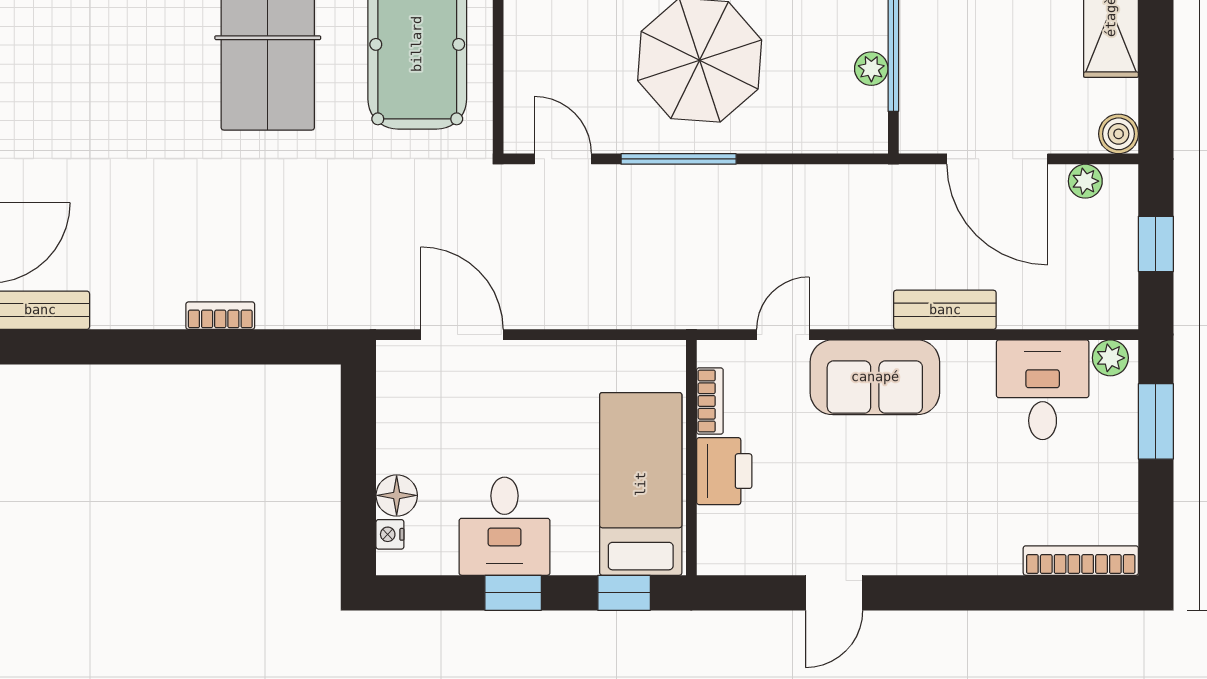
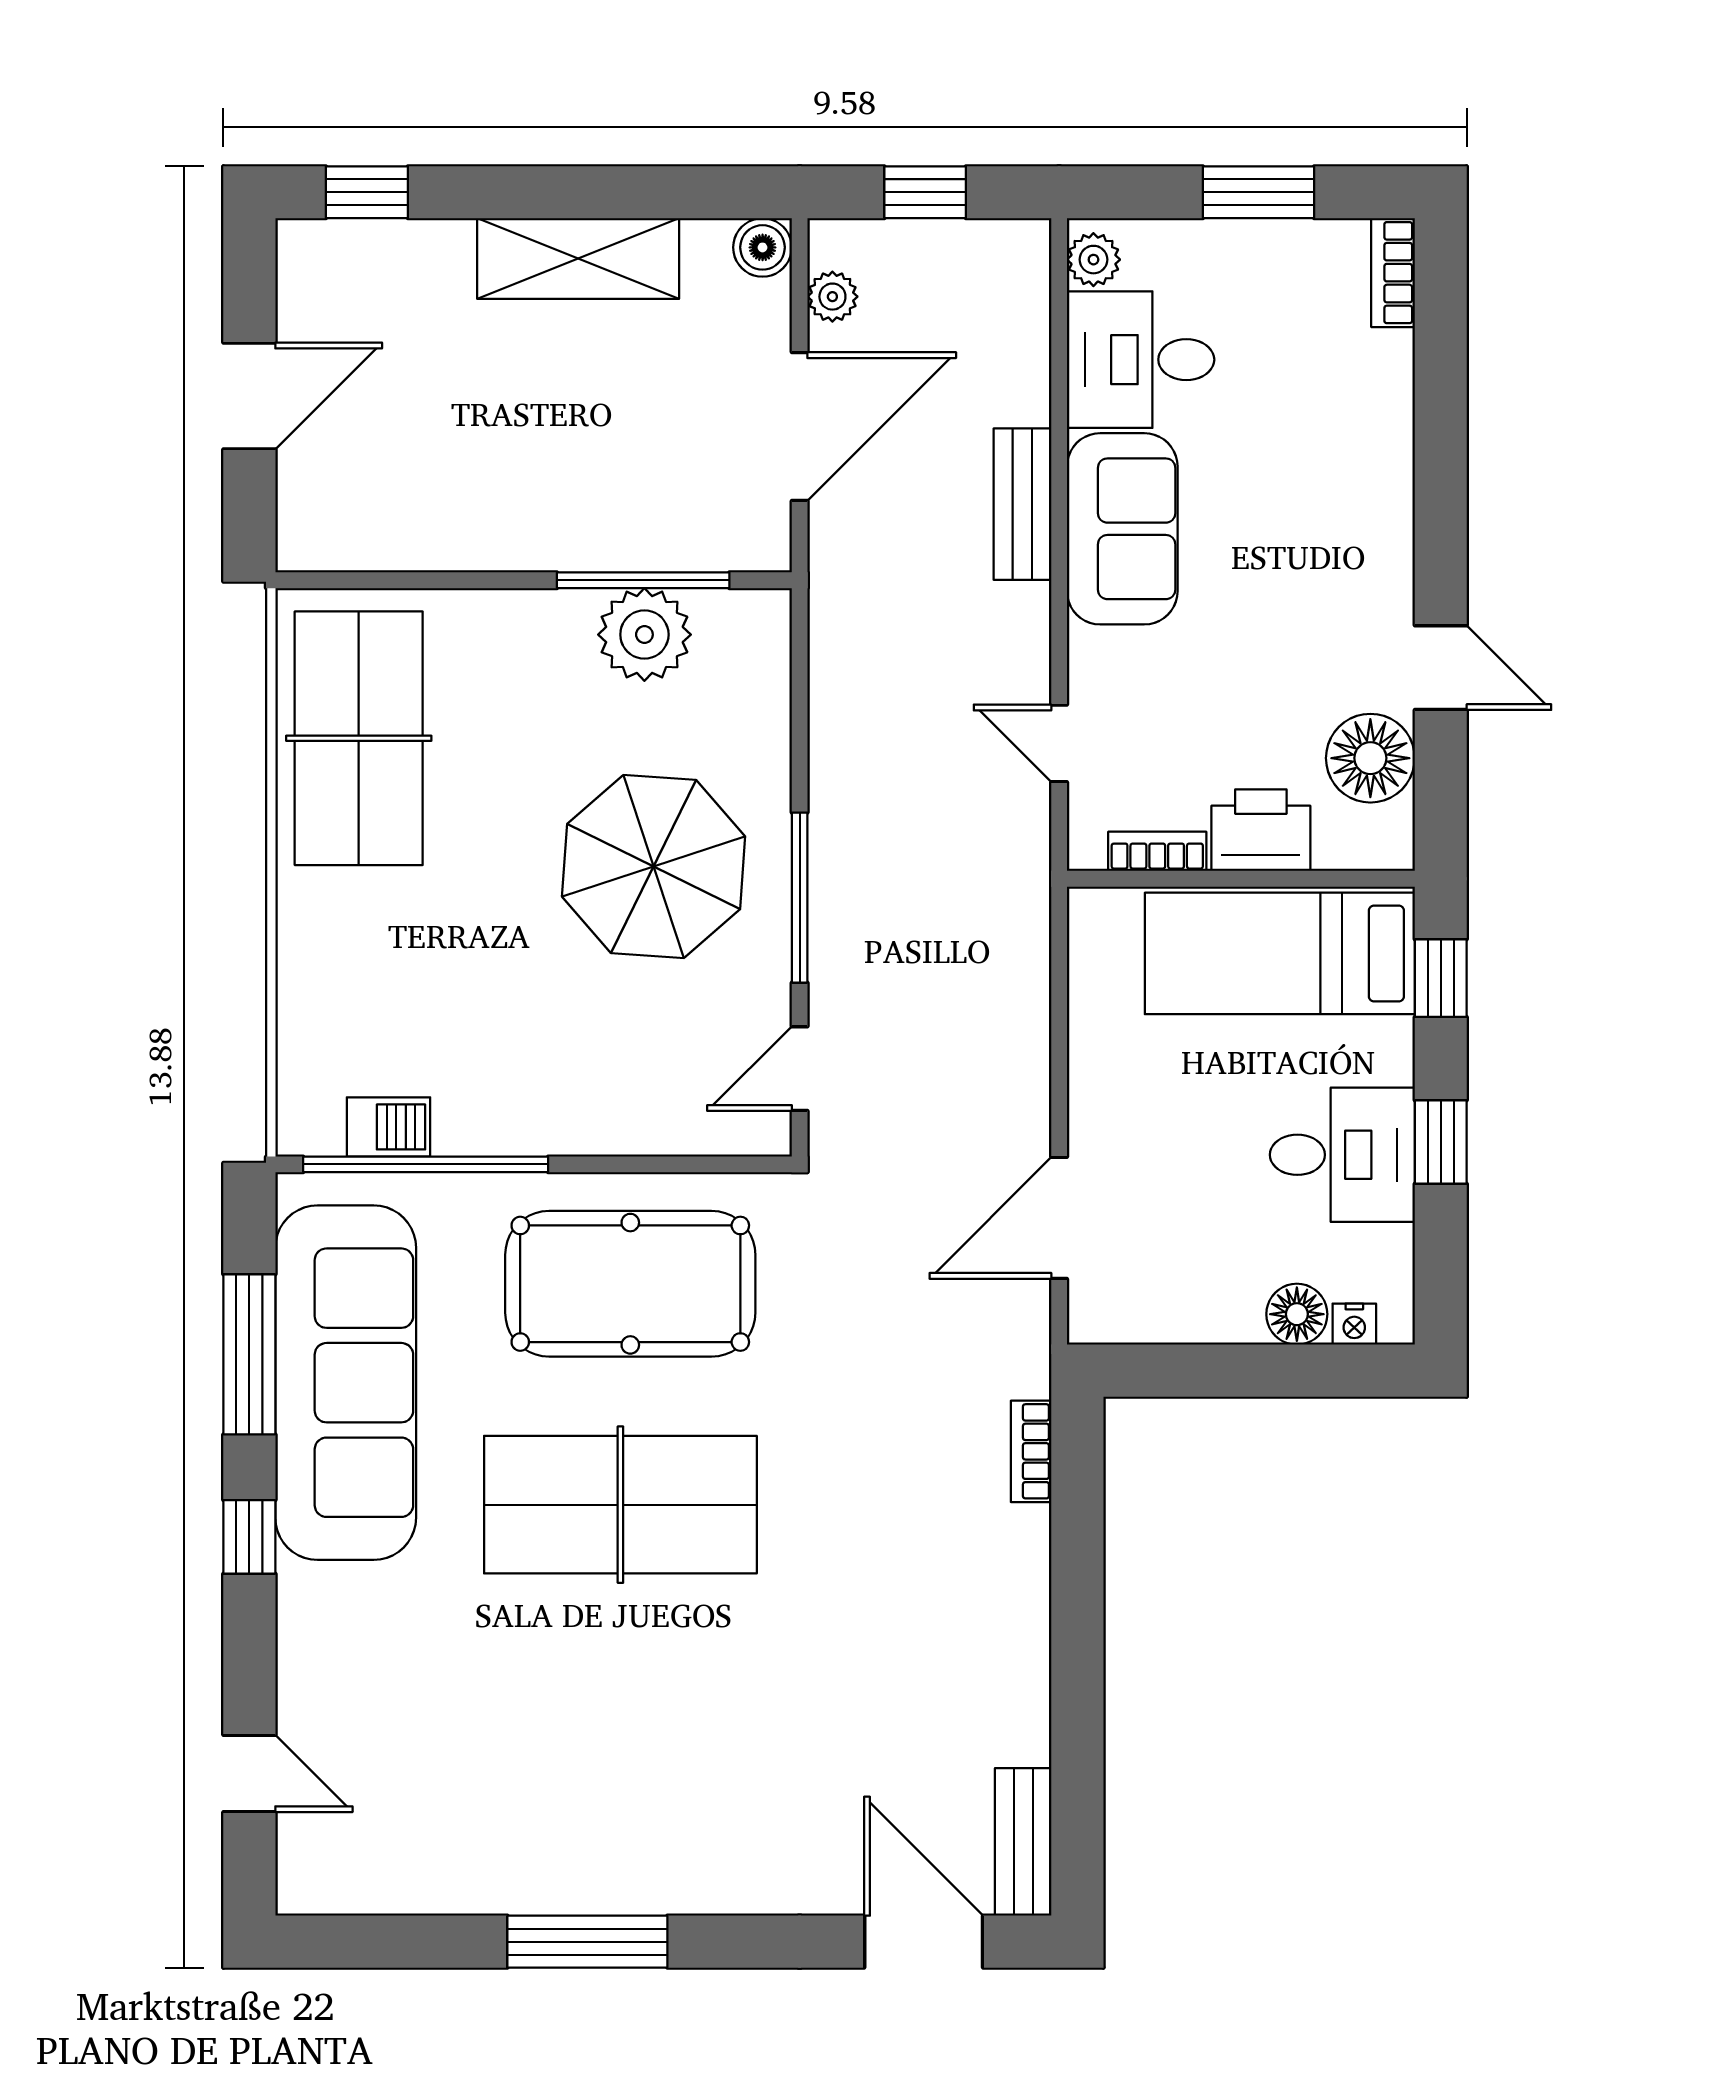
plant: (871, 69) -> (644, 635), width x1.88, depth x1.88
bookcase: (220, 316) -> (1031, 1451), moved
sofa: (875, 377) -> (1122, 529), moved
window: (1156, 421) -> (1259, 192), moved
floor lamp: (773, 545) -> (1370, 758), added
bookcase: (1081, 561) -> (1393, 273), width x0.64

